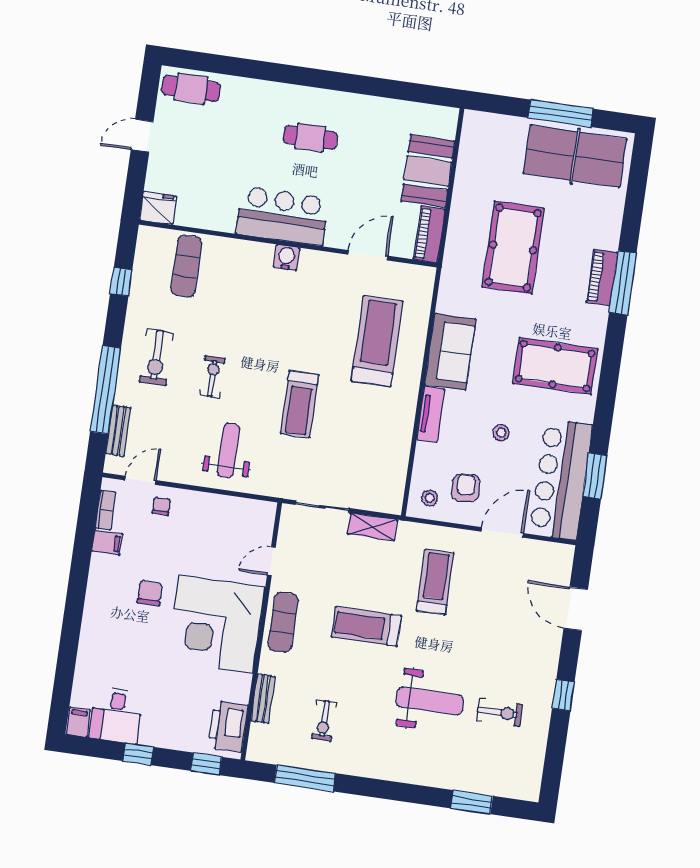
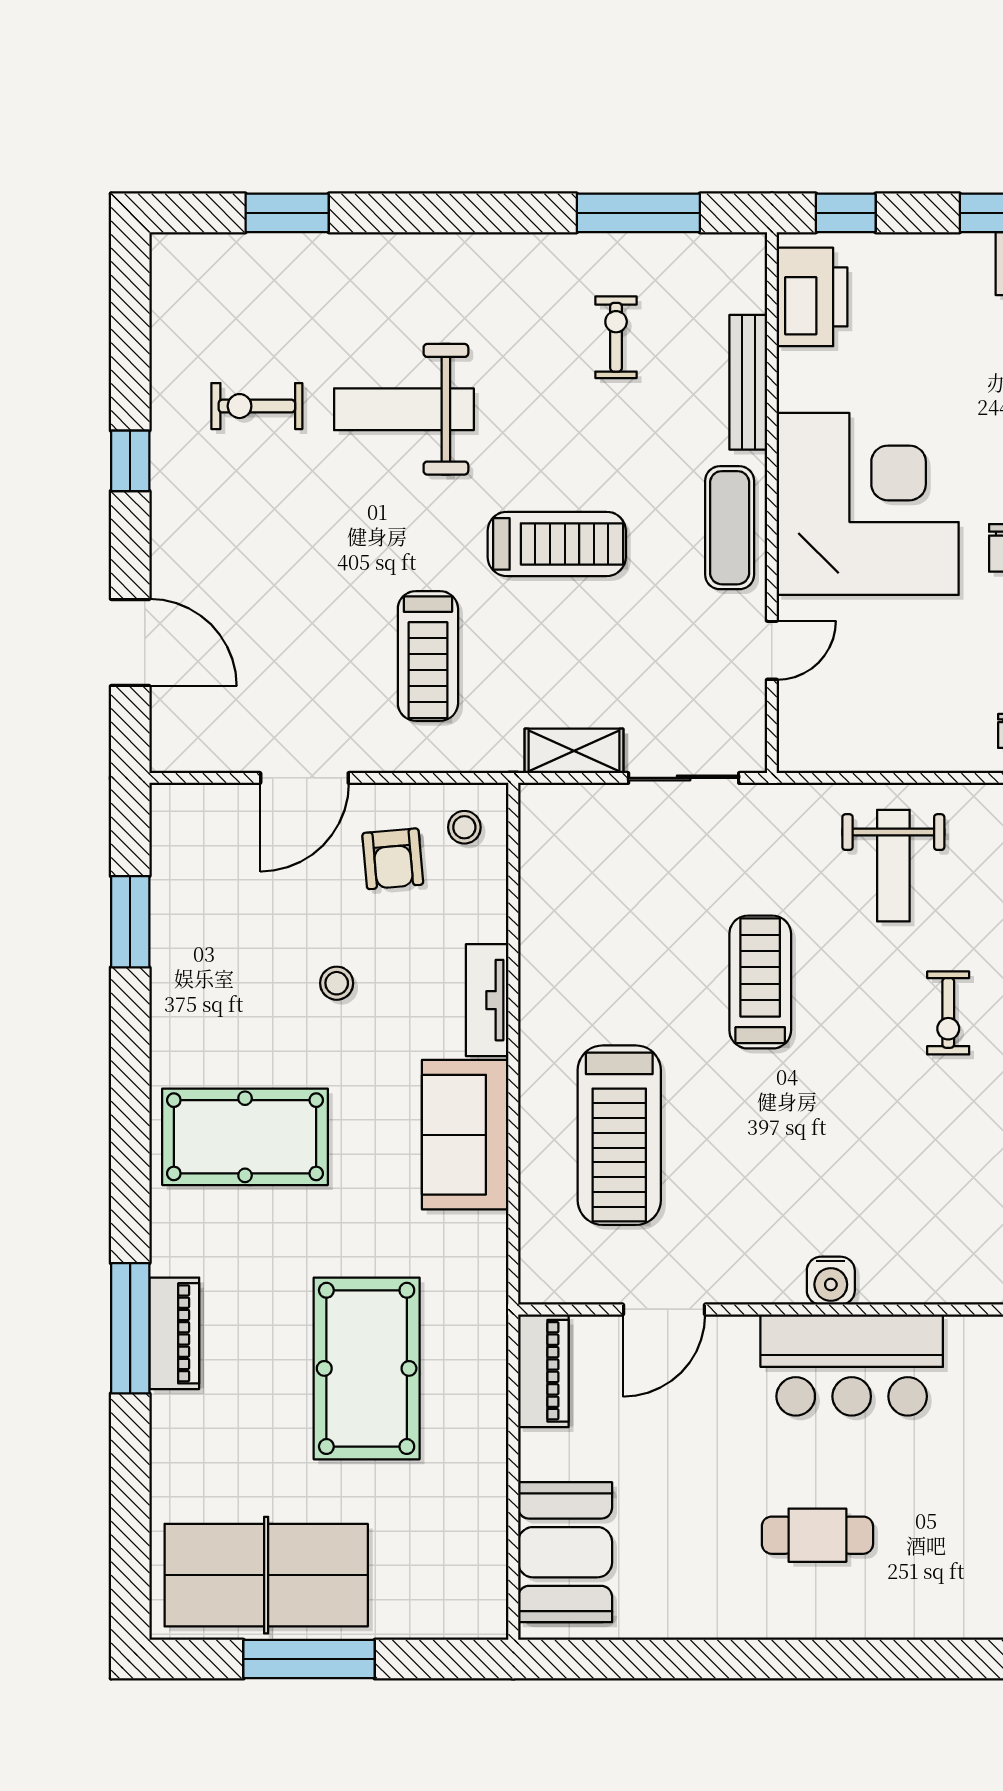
booth: (428, 171) -> (565, 1552), moved
bar counter: (561, 480) -> (199, 904), removed
bench: (263, 699) -> (748, 382), width x1.36

